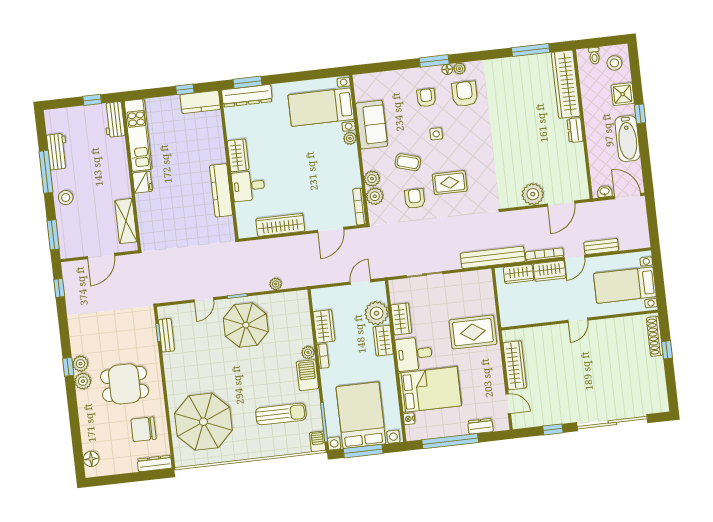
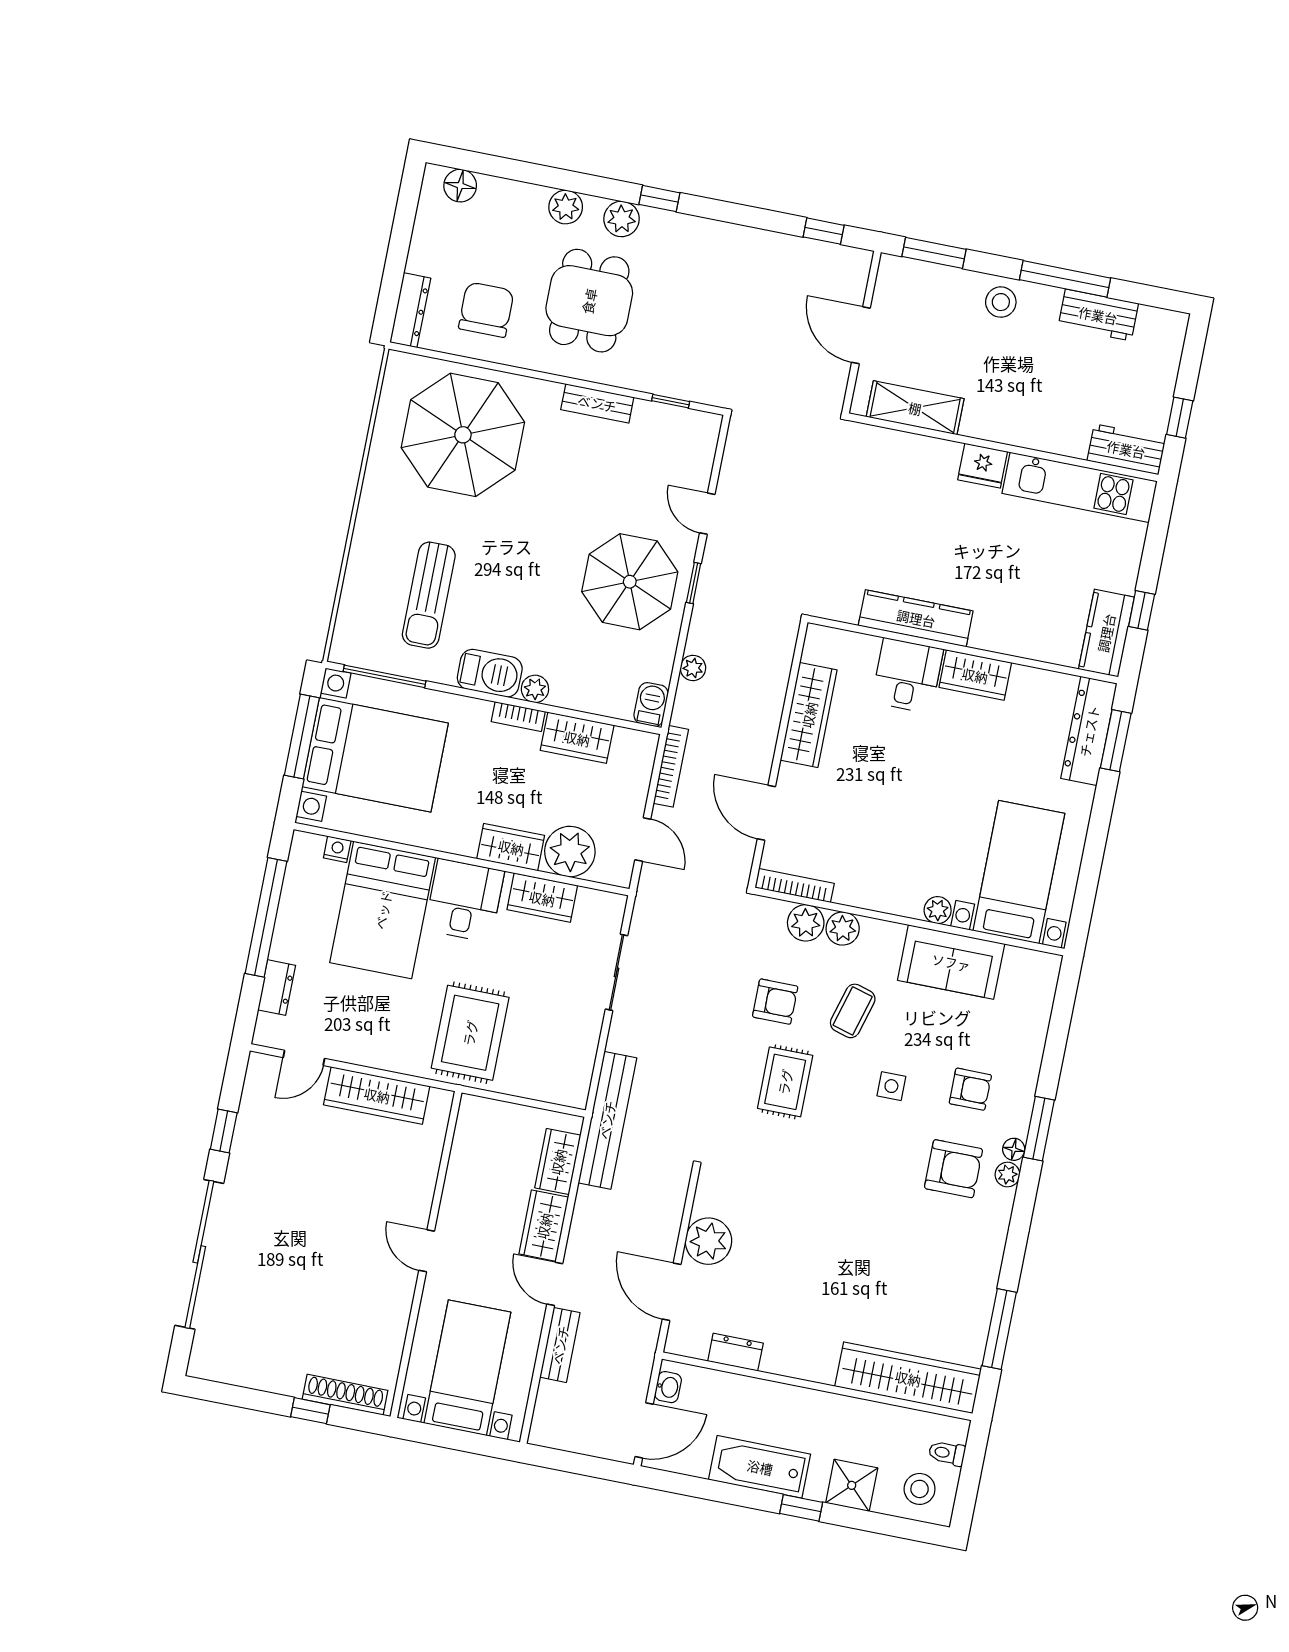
dresser: (575, 130) -> (735, 1352), moved
bookcase: (545, 255) -> (671, 766), moved
bench: (166, 335) -> (597, 403), moved
plant: (80, 364) -> (566, 207), moved
barbecue: (318, 442) -> (651, 704), moved, turned -90

